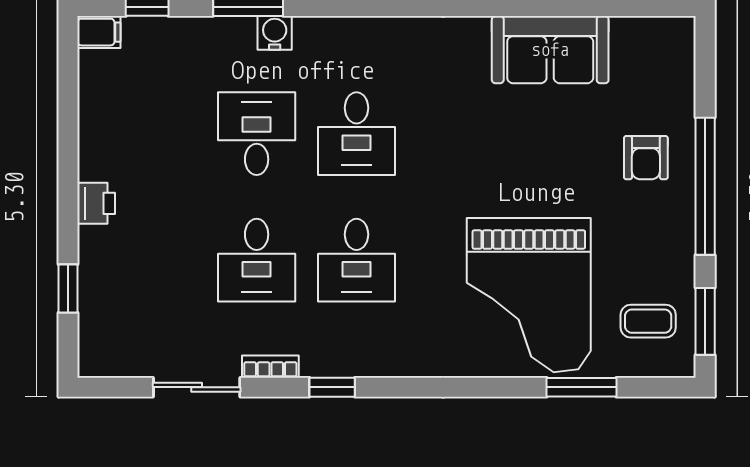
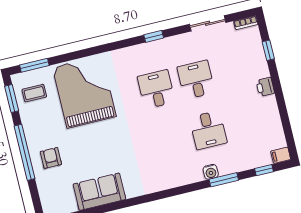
desk: (357, 134) -> (168, 140), removed
bookcase: (270, 367) -> (246, 23), moved
window: (581, 387) -> (34, 65), moved

